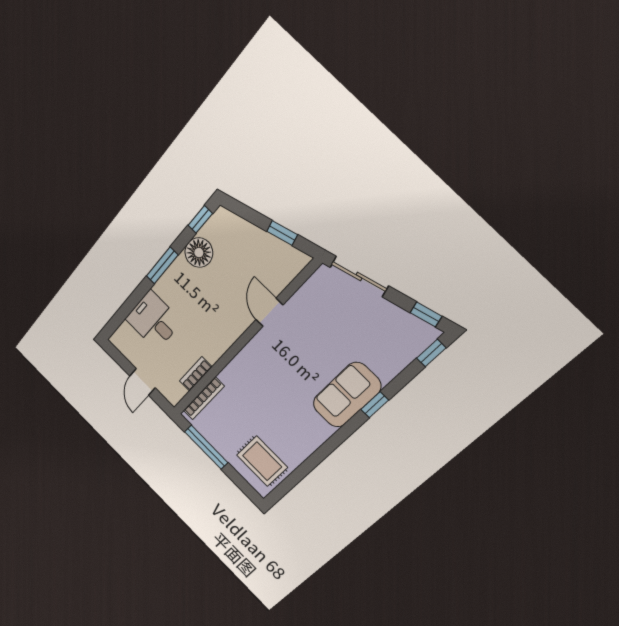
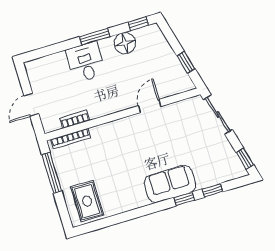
desk: (154, 320) -> (86, 62), moved
window: (431, 353) -> (212, 190), moved

